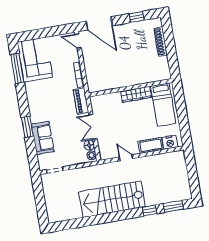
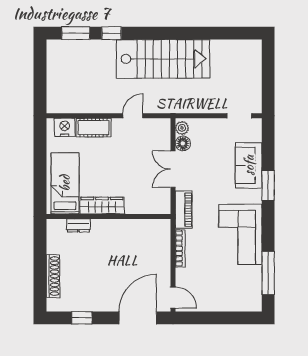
door: (99, 23) -> (138, 318), hinge flipped
corner sofa: (35, 60) -> (240, 234), moved
dresser: (149, 78) -> (78, 225), added
double door: (93, 127) -> (173, 169), swing flipped
door: (126, 158) -> (133, 116), swing flipped

